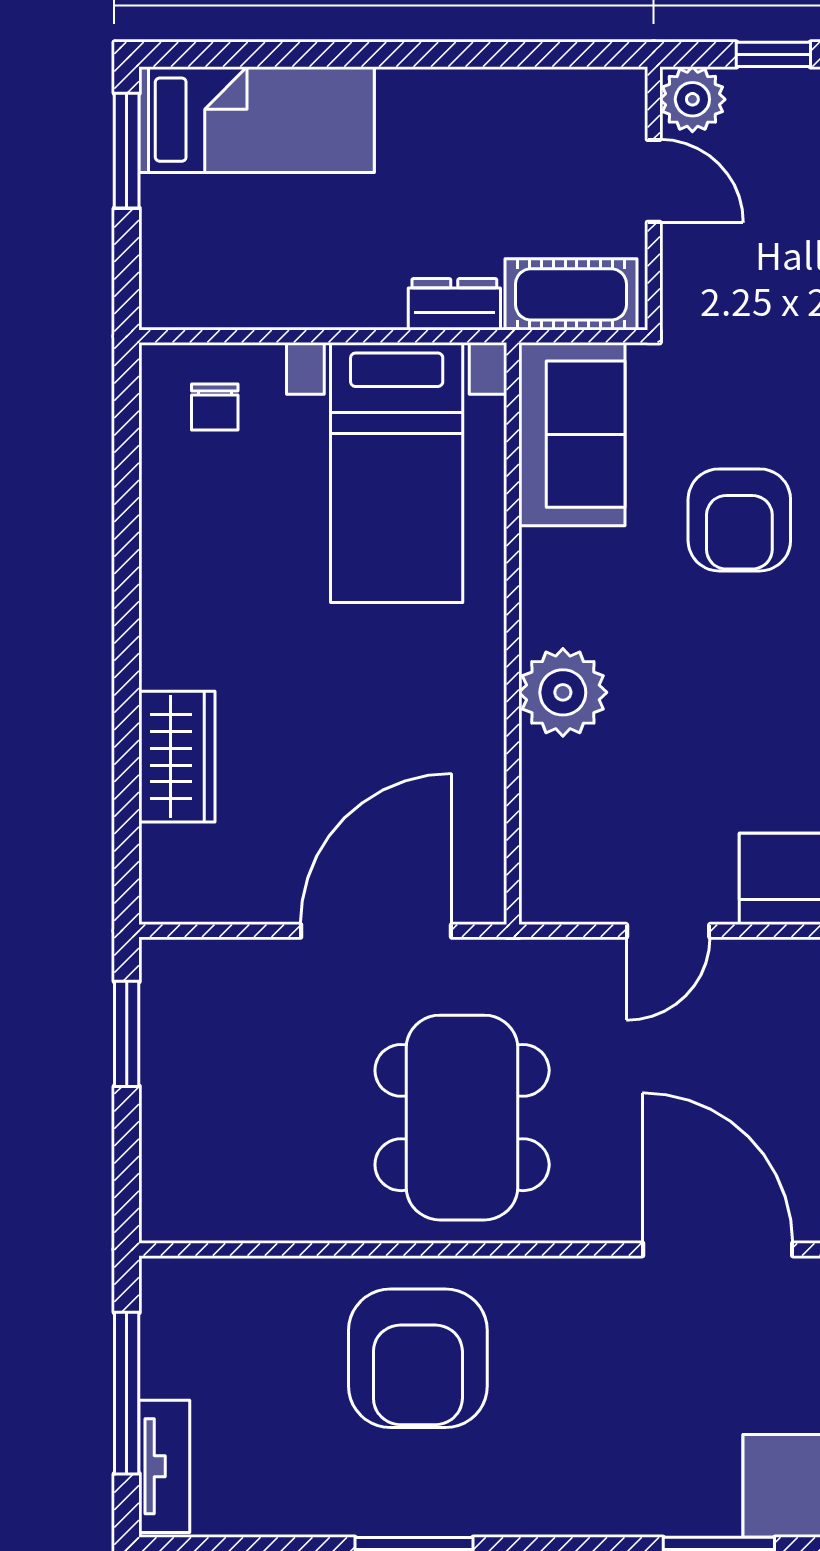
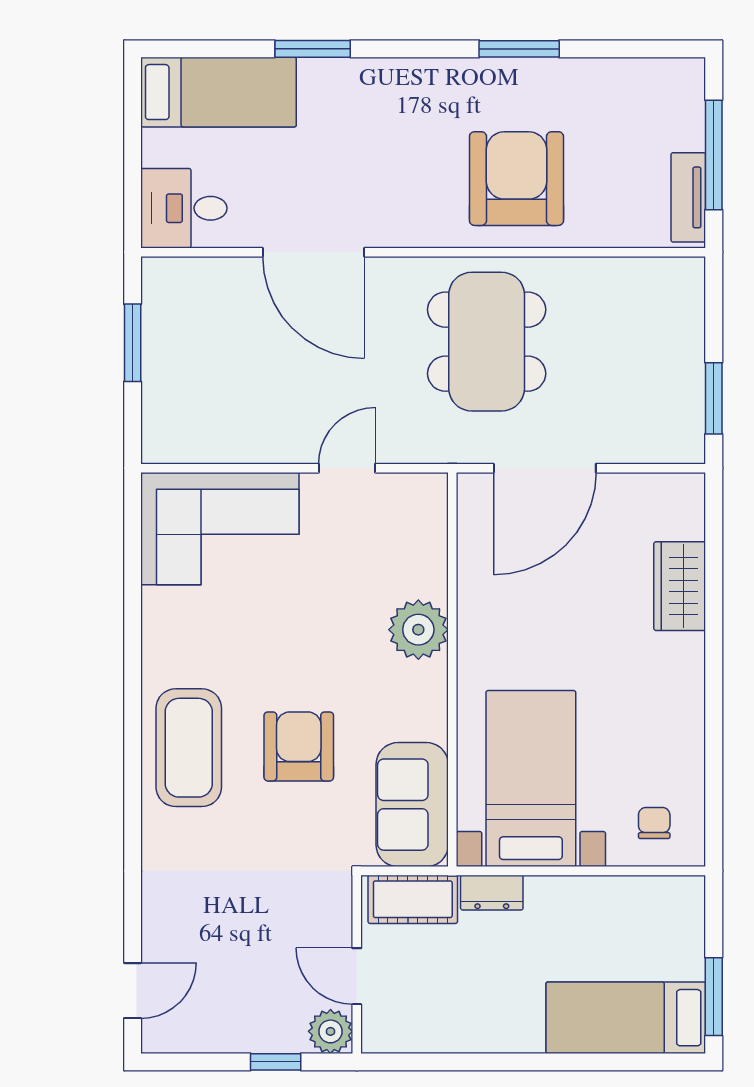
tv unit: (164, 1466) -> (688, 197), moved

